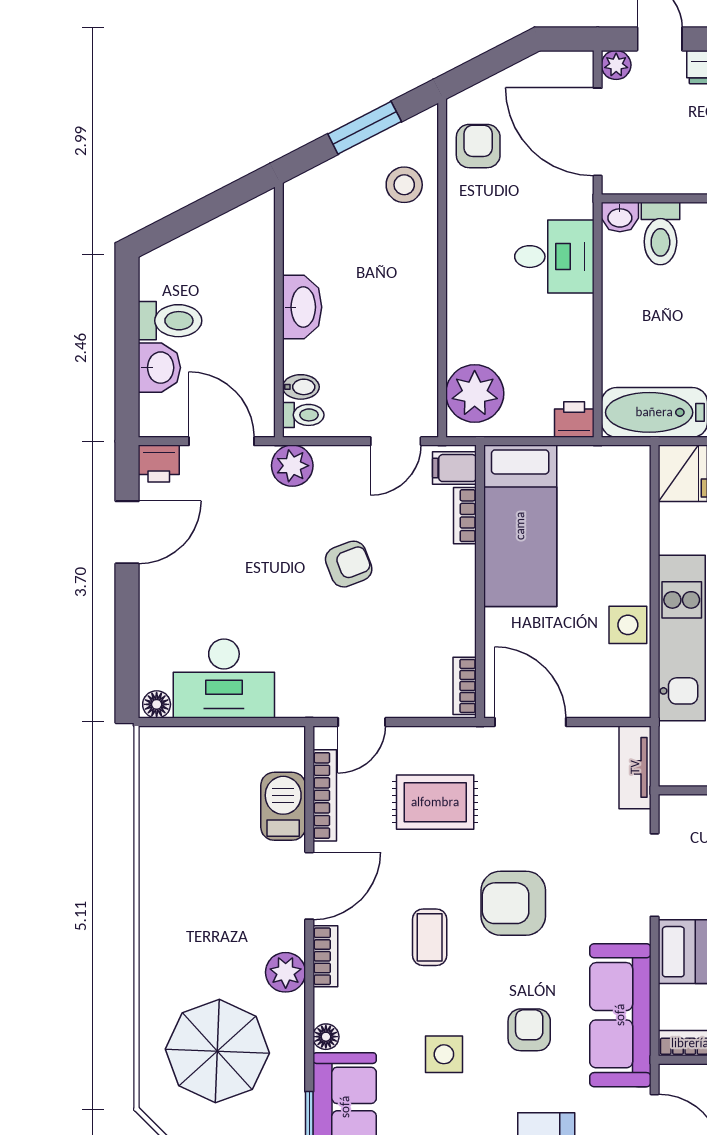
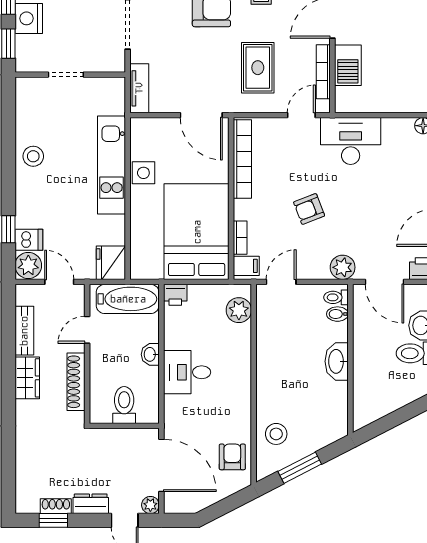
armchair: (478, 146) -> (232, 457), turned 180
washbasin: (620, 217) -> (150, 354), moved, turned -90
desk: (554, 257) -> (187, 372), moved
plant: (475, 393) -> (239, 310), width x0.73, depth x0.73
bed: (520, 526) -> (197, 232), width x1.50
desk: (224, 679) -> (351, 141), moved
bookcase: (465, 686) -> (242, 159), width x2.31, depth x1.31
rug: (435, 802) -> (258, 68), turned 90

